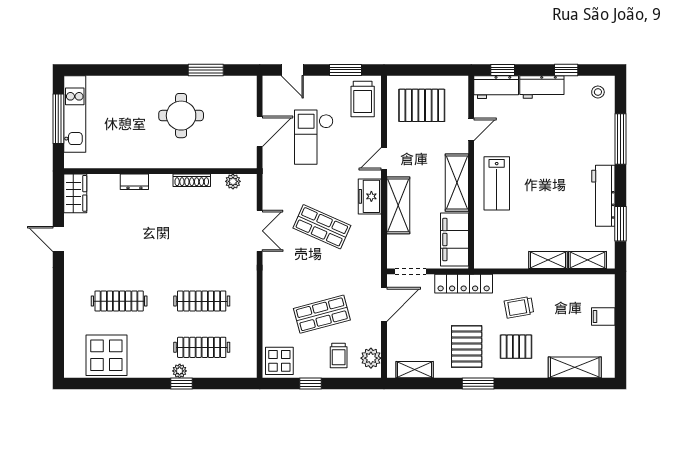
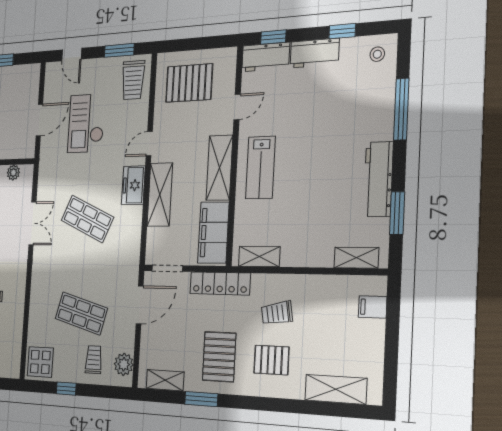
shelving: (548, 260) -> (259, 257), moved
shop shelf: (322, 314) -> (81, 313), turned 30
filing cabinet: (603, 316) -> (373, 307), moved
trolley: (339, 356) -> (94, 360), turned 180
window: (478, 384) -> (201, 399), moved

